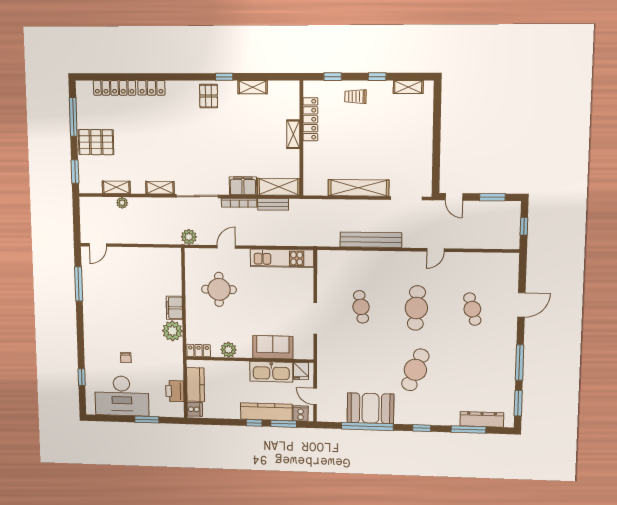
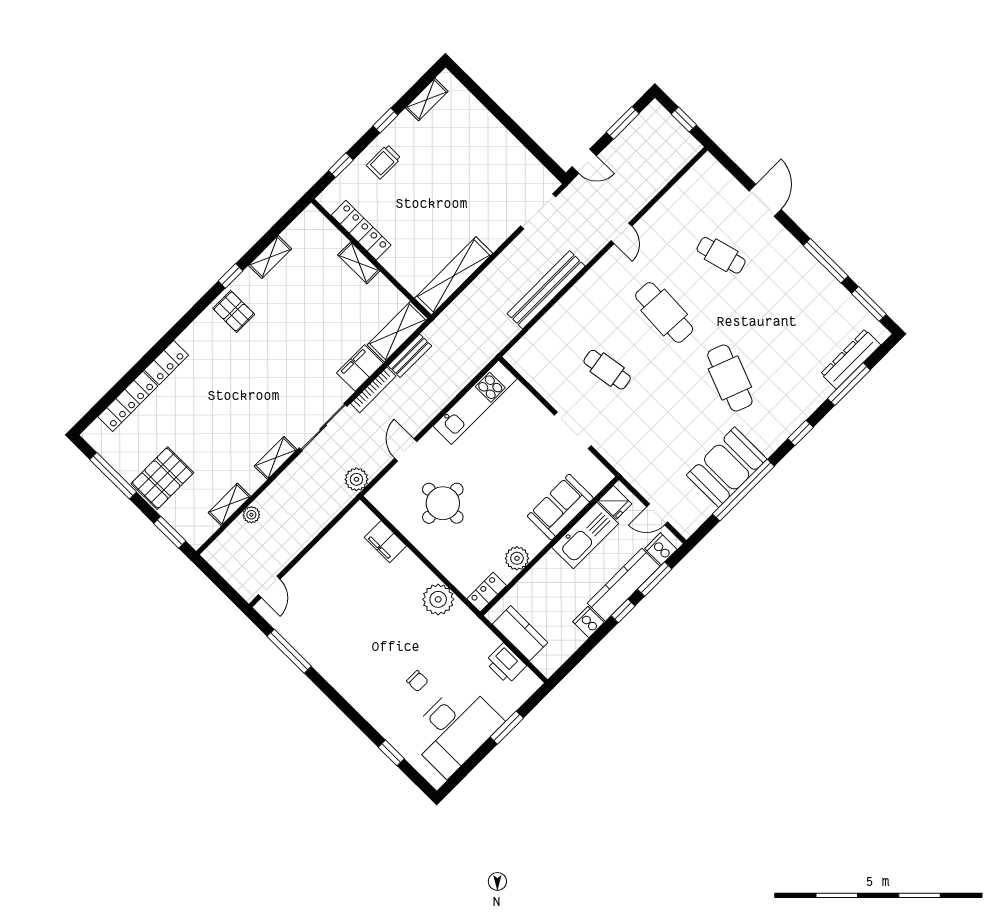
shelving: (359, 188) -> (454, 276), moved
filing cabinet: (174, 308) -> (385, 542), moved
cooker: (195, 409) -> (588, 622), moved, turned -90

